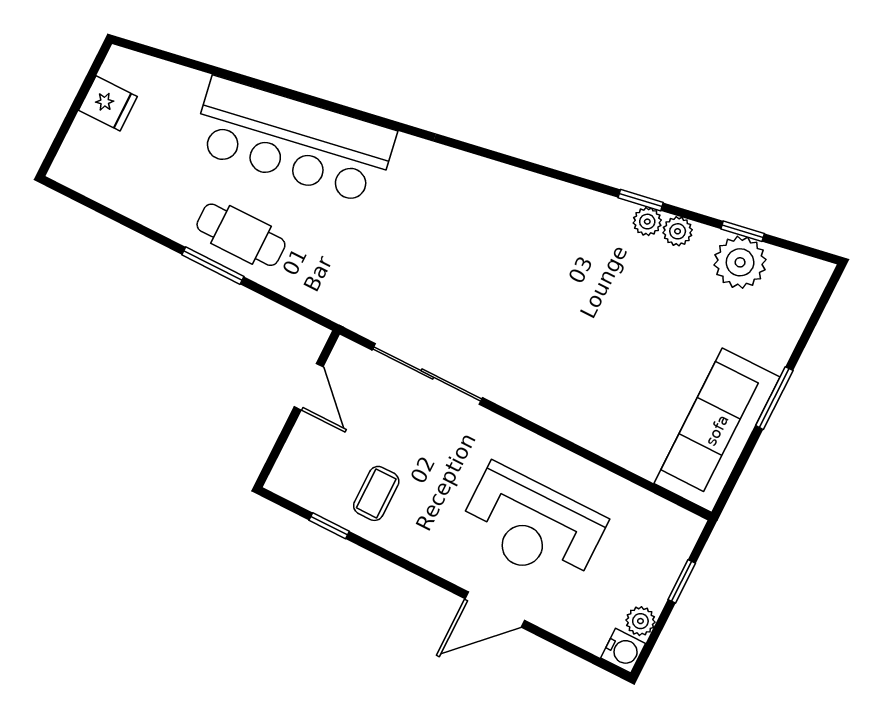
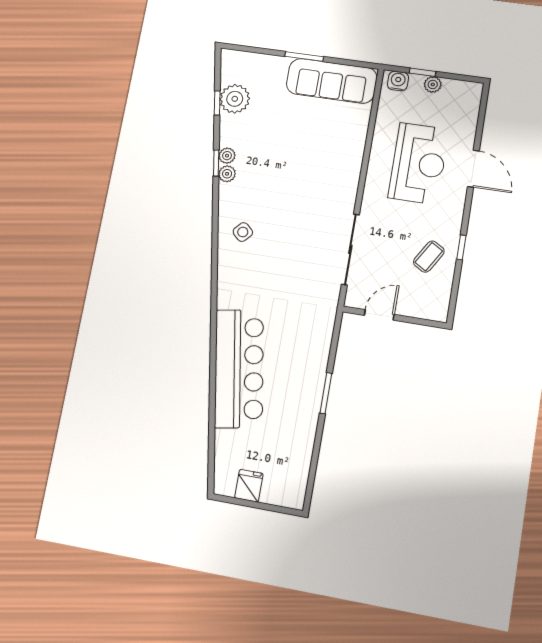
side table: (511, 210) -> (243, 232), added
plant: (678, 231) -> (227, 174), moved
cafe table: (241, 235) -> (303, 382), removed
coffee table: (376, 493) -> (429, 257), turned -59
window: (329, 526) -> (461, 247), moved
plant: (640, 621) -> (433, 84), moved
water cooler: (623, 651) -> (398, 81), moved

